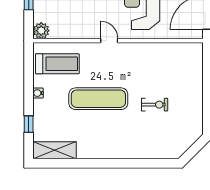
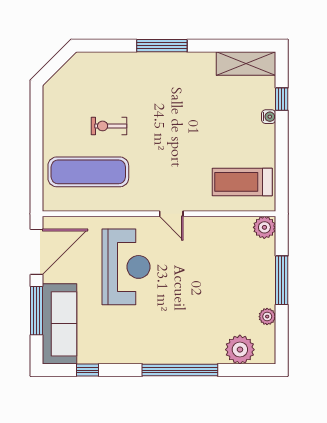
water cooler: (38, 93) -> (269, 117), moved
exercise mat: (98, 99) -> (88, 172), moved
window: (116, 163) -> (162, 46), added

